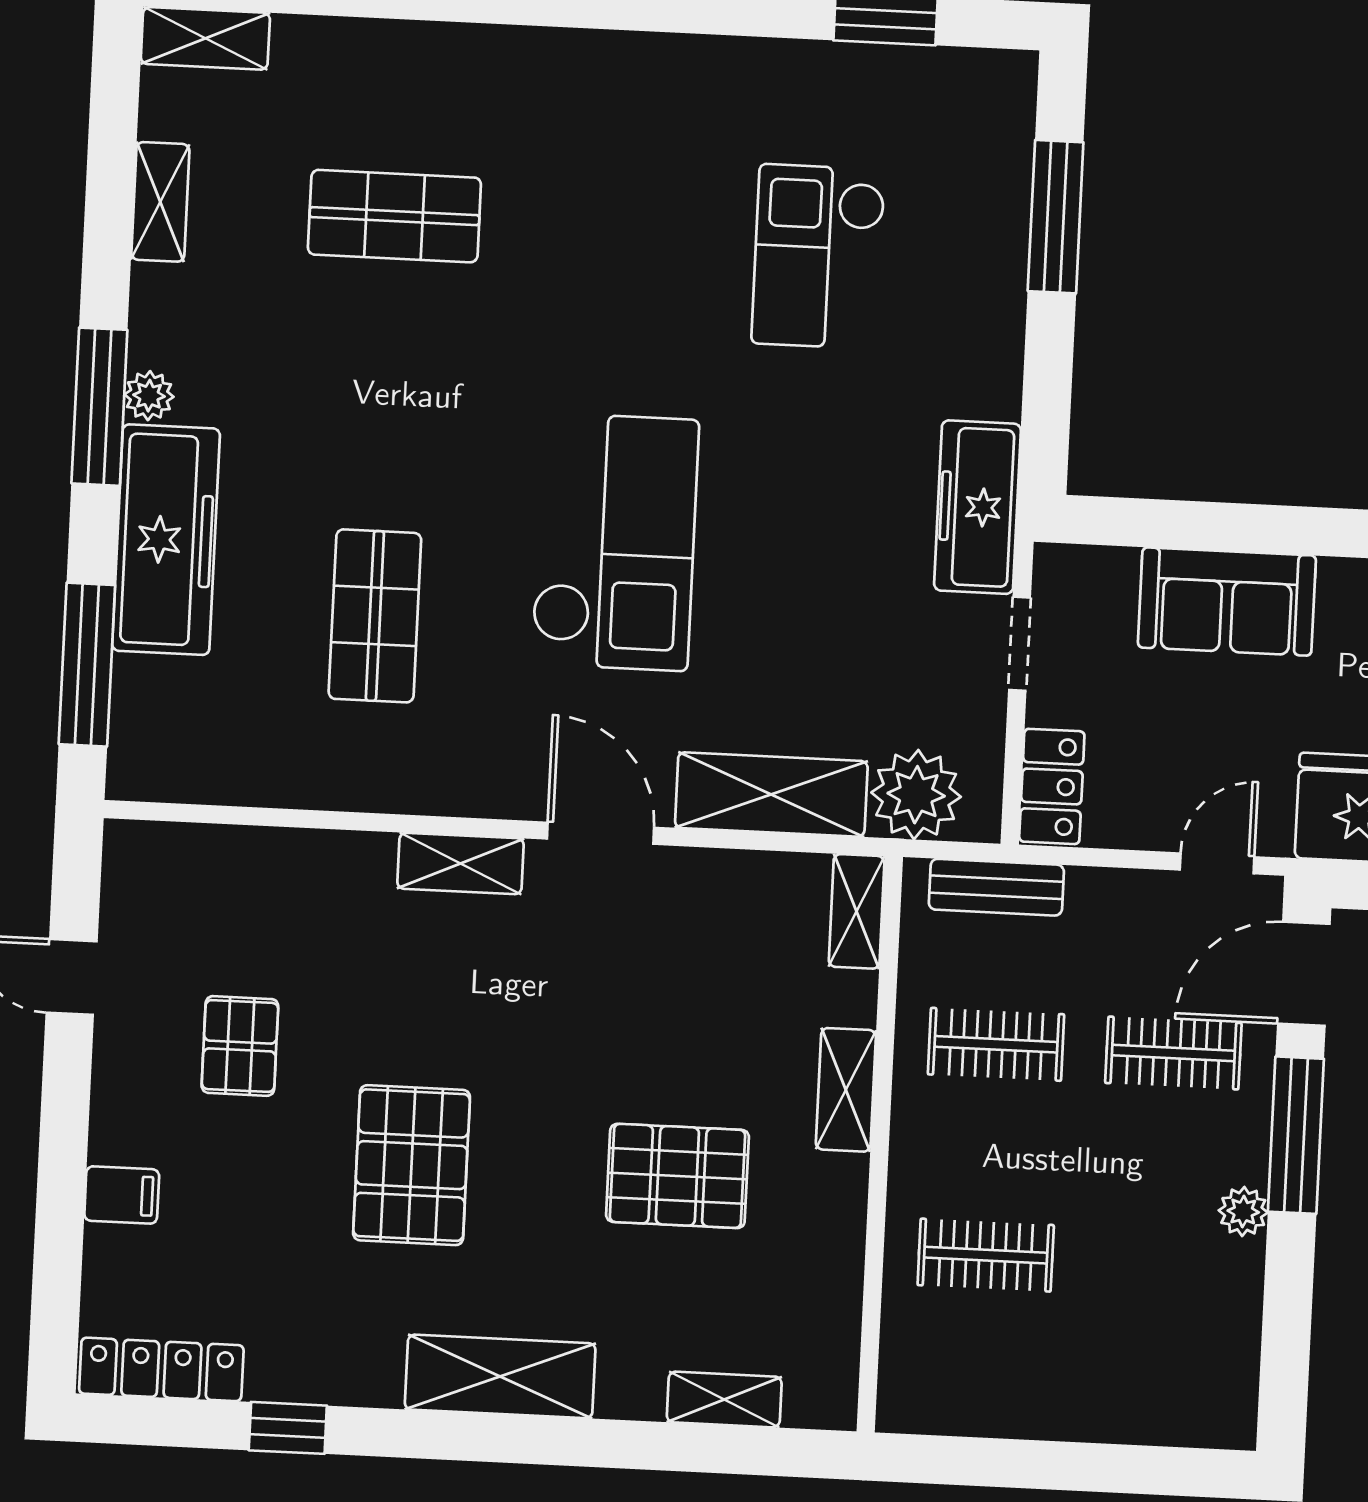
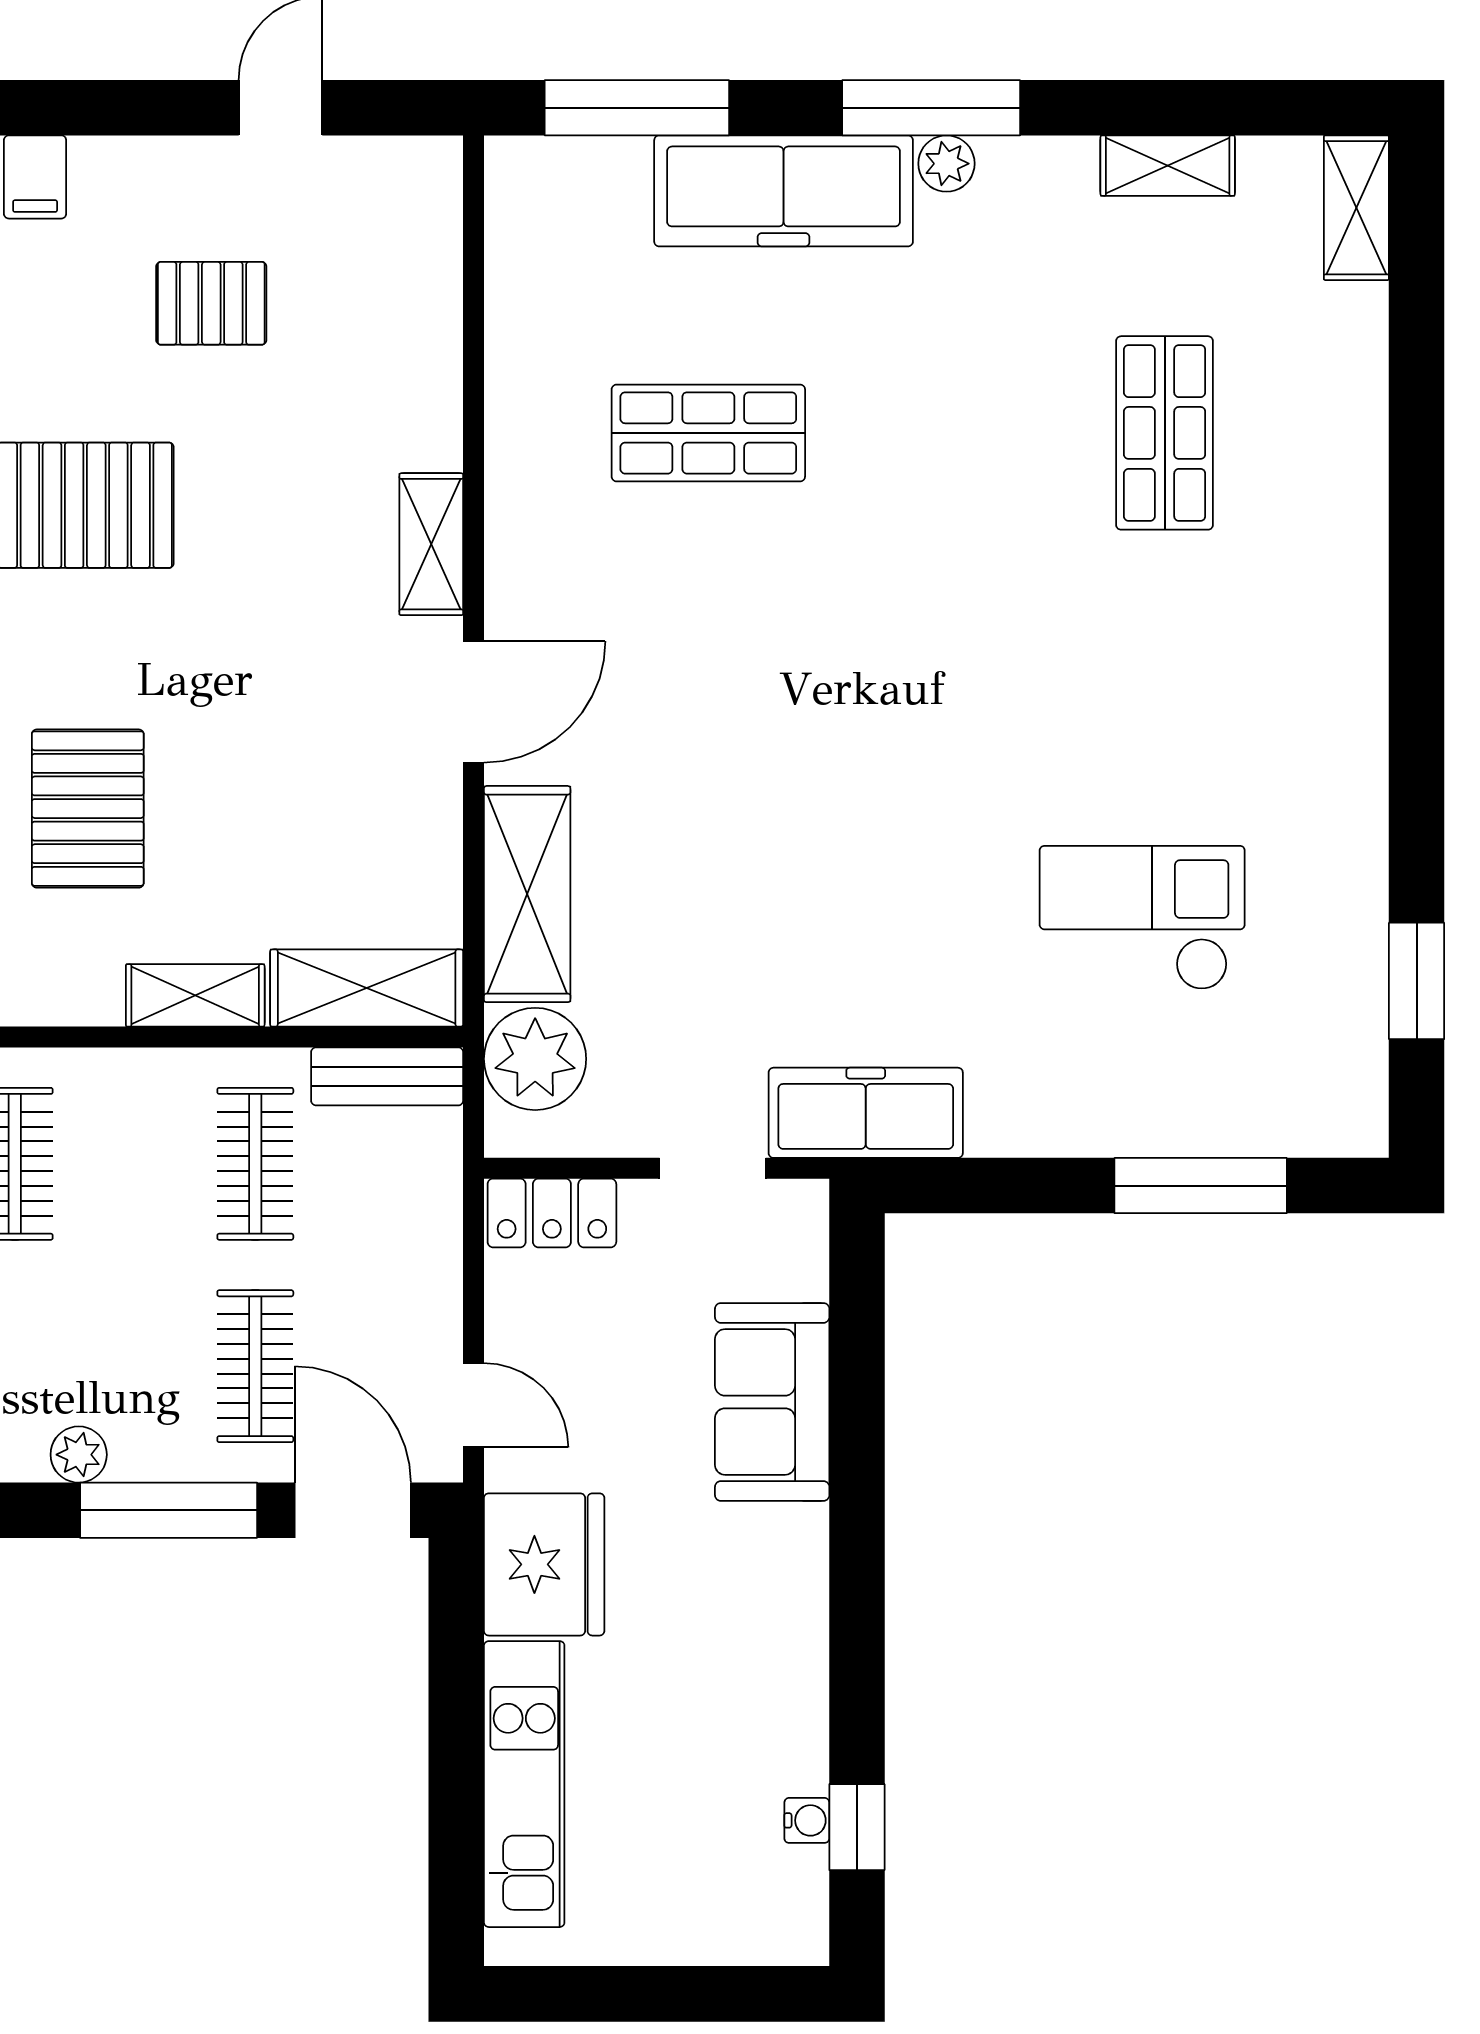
checkout: (615, 542) -> (806, 702), removed
bench: (996, 887) -> (387, 1076), moved, turned 90
shelving: (857, 911) -> (367, 988), width x1.50, depth x1.33

